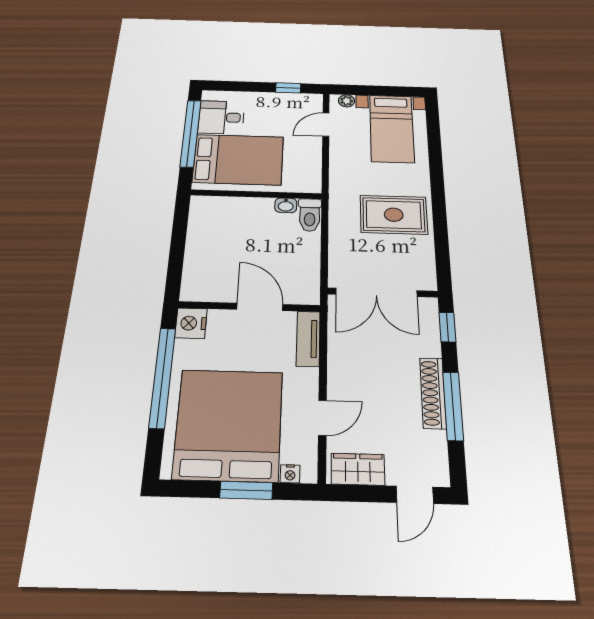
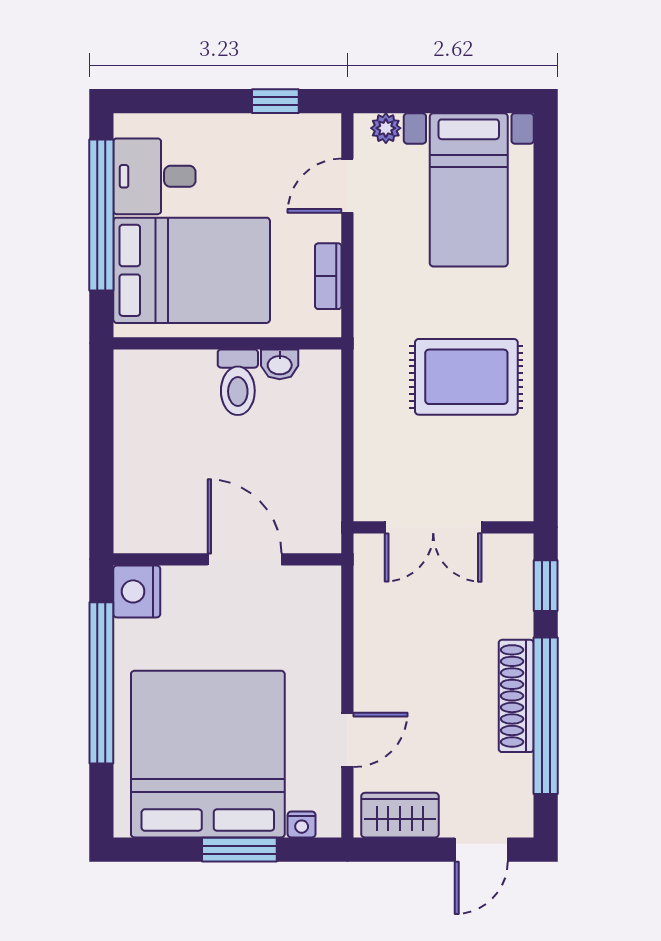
bookcase: (315, 164) -> (328, 276), added
toilet: (310, 215) -> (238, 382), moved
double door: (376, 292) -> (433, 527), width x0.73
tv unit: (308, 339) -> (324, 612), removed
window: (453, 406) -> (546, 716), width x1.46

